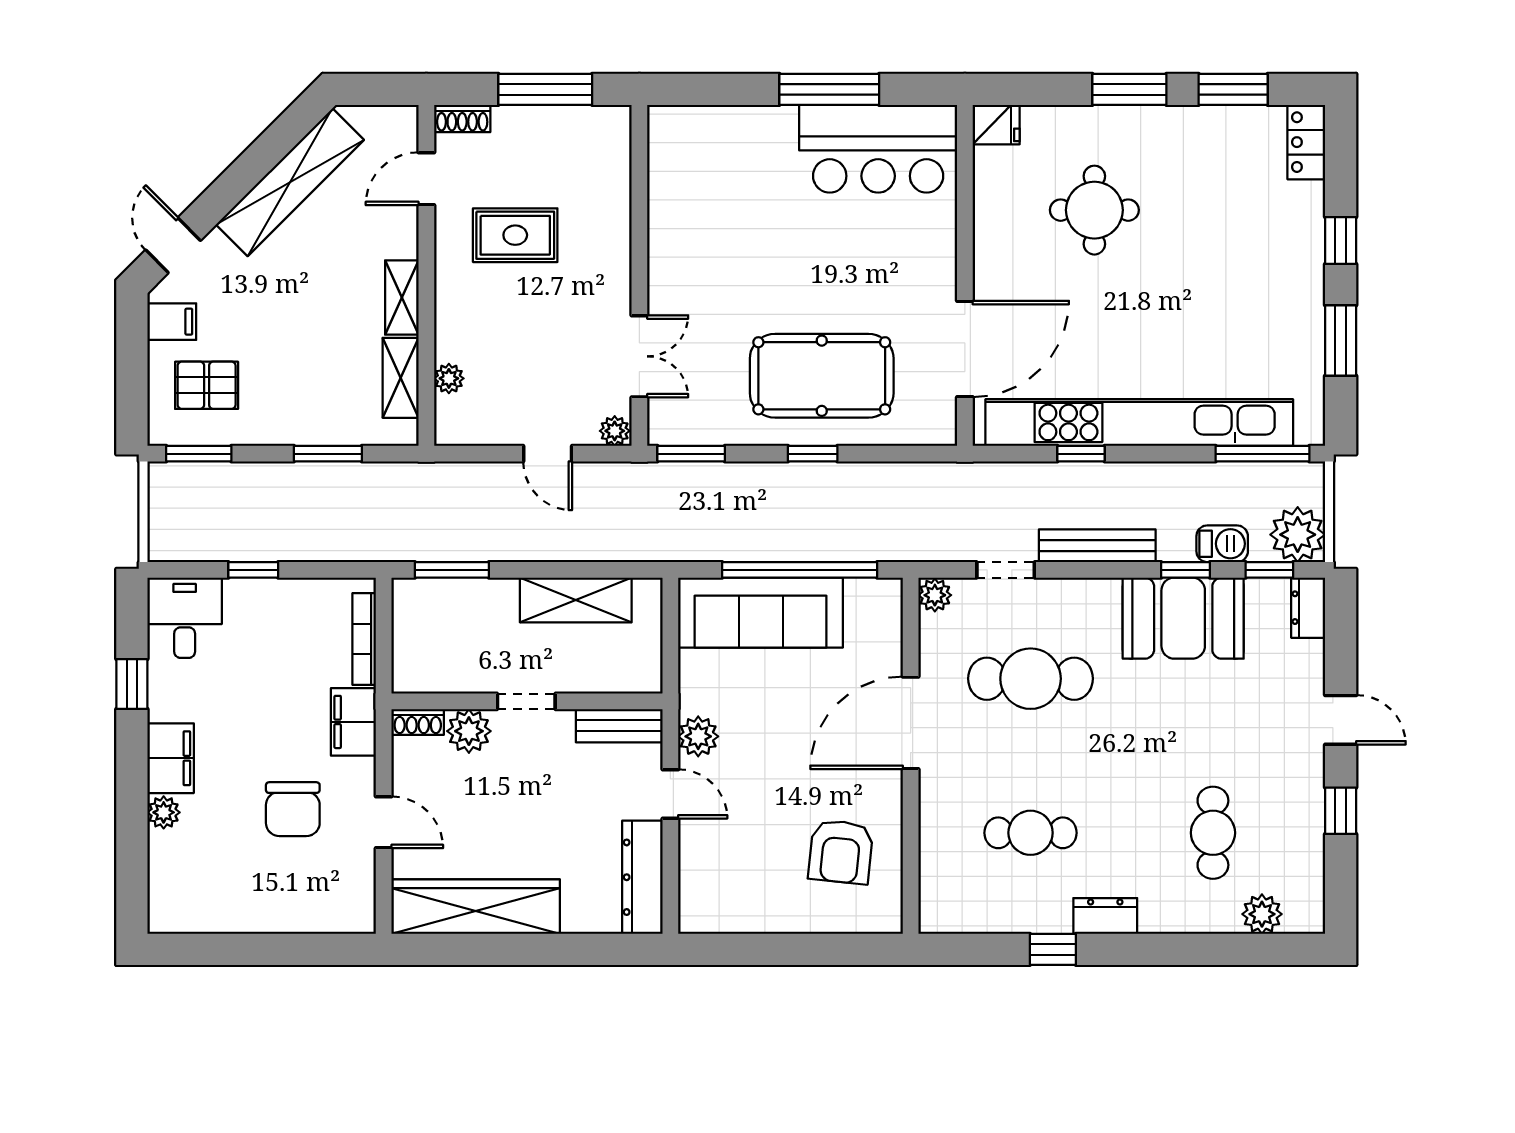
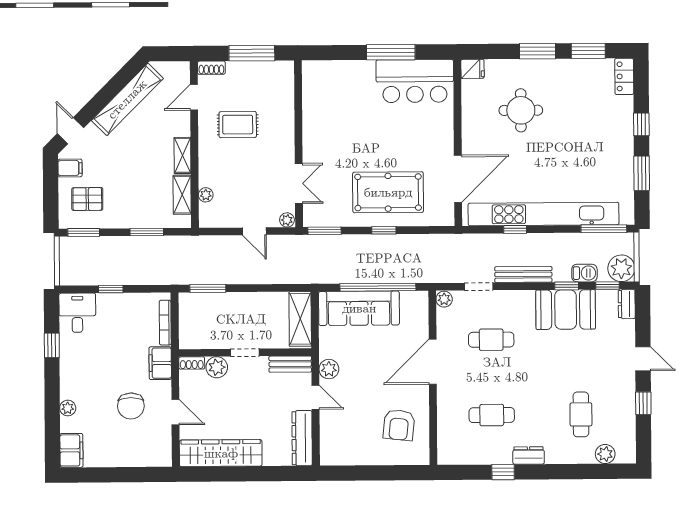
shelving: (576, 600) -> (300, 319), moved, turned 90
cafe table: (1031, 679) -> (491, 340), width x0.73, depth x0.74
filing cabinet: (171, 758) -> (71, 450), moved

